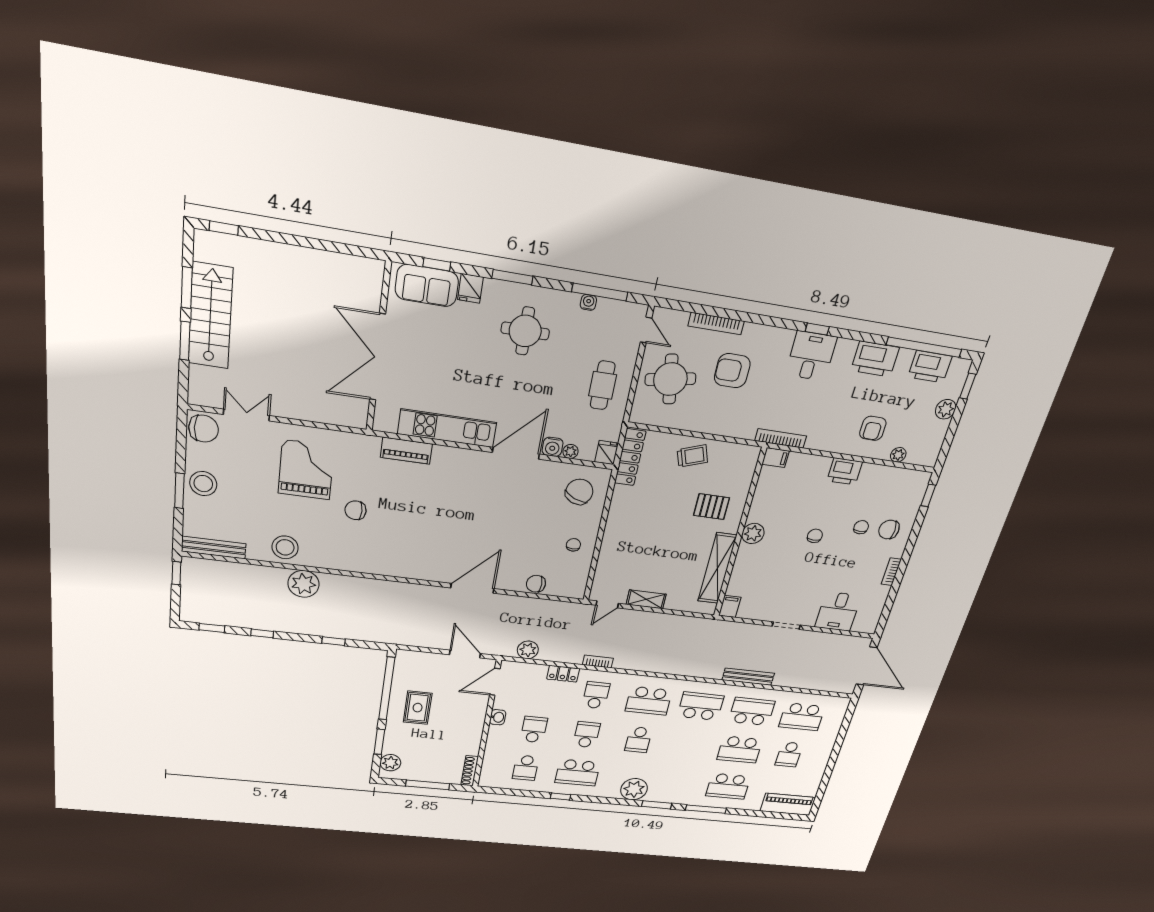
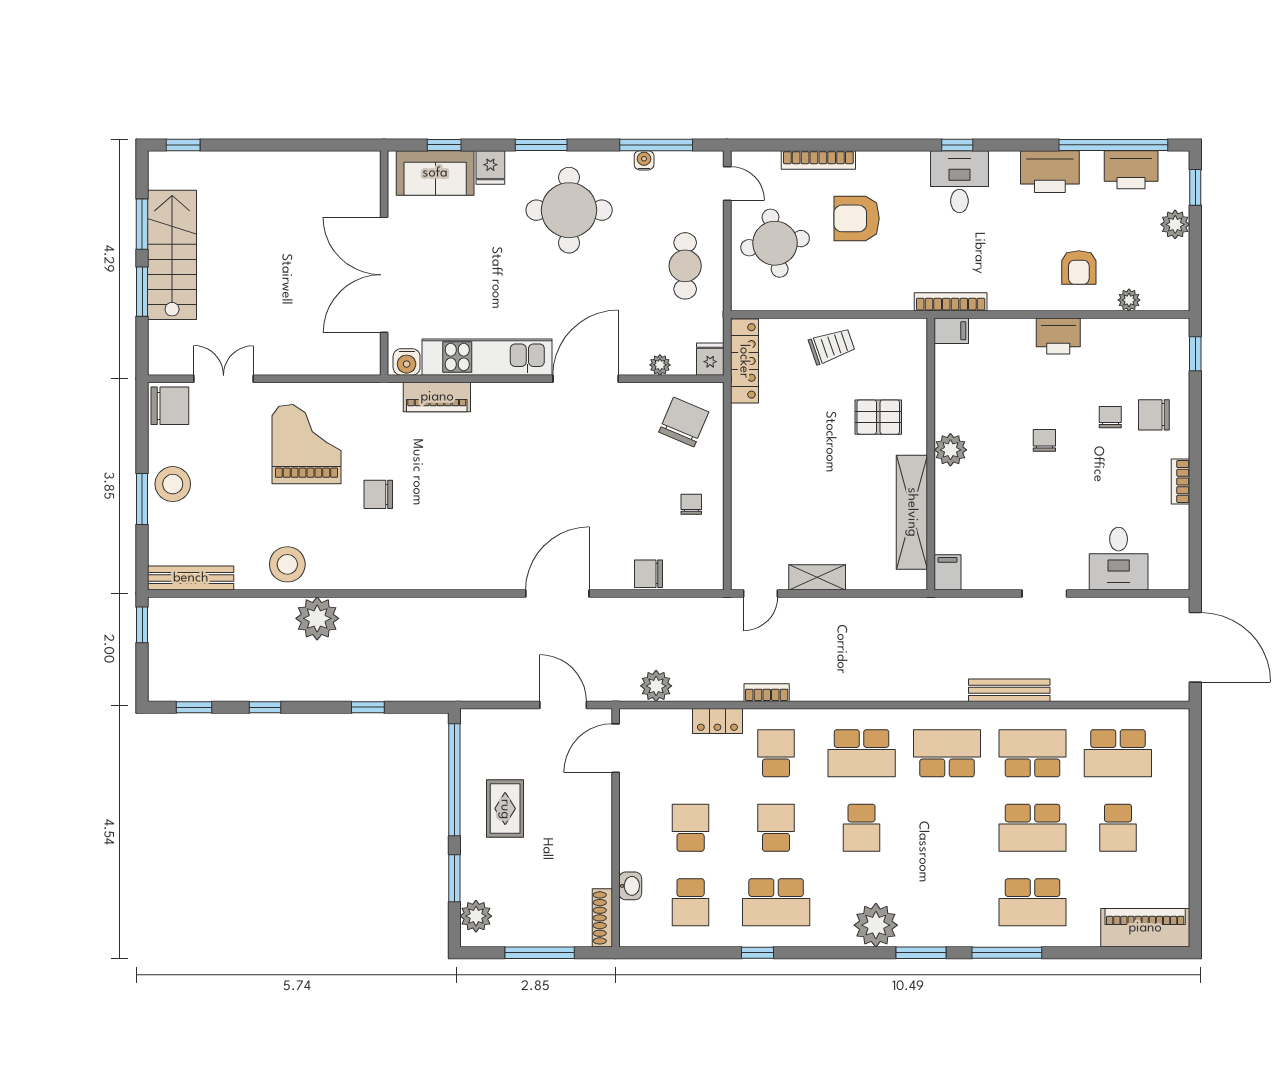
round table: (525, 331) -> (569, 210), width x1.36, depth x1.36
water cooler: (553, 447) -> (407, 362), moved
washbasin: (498, 717) -> (630, 886), moved

